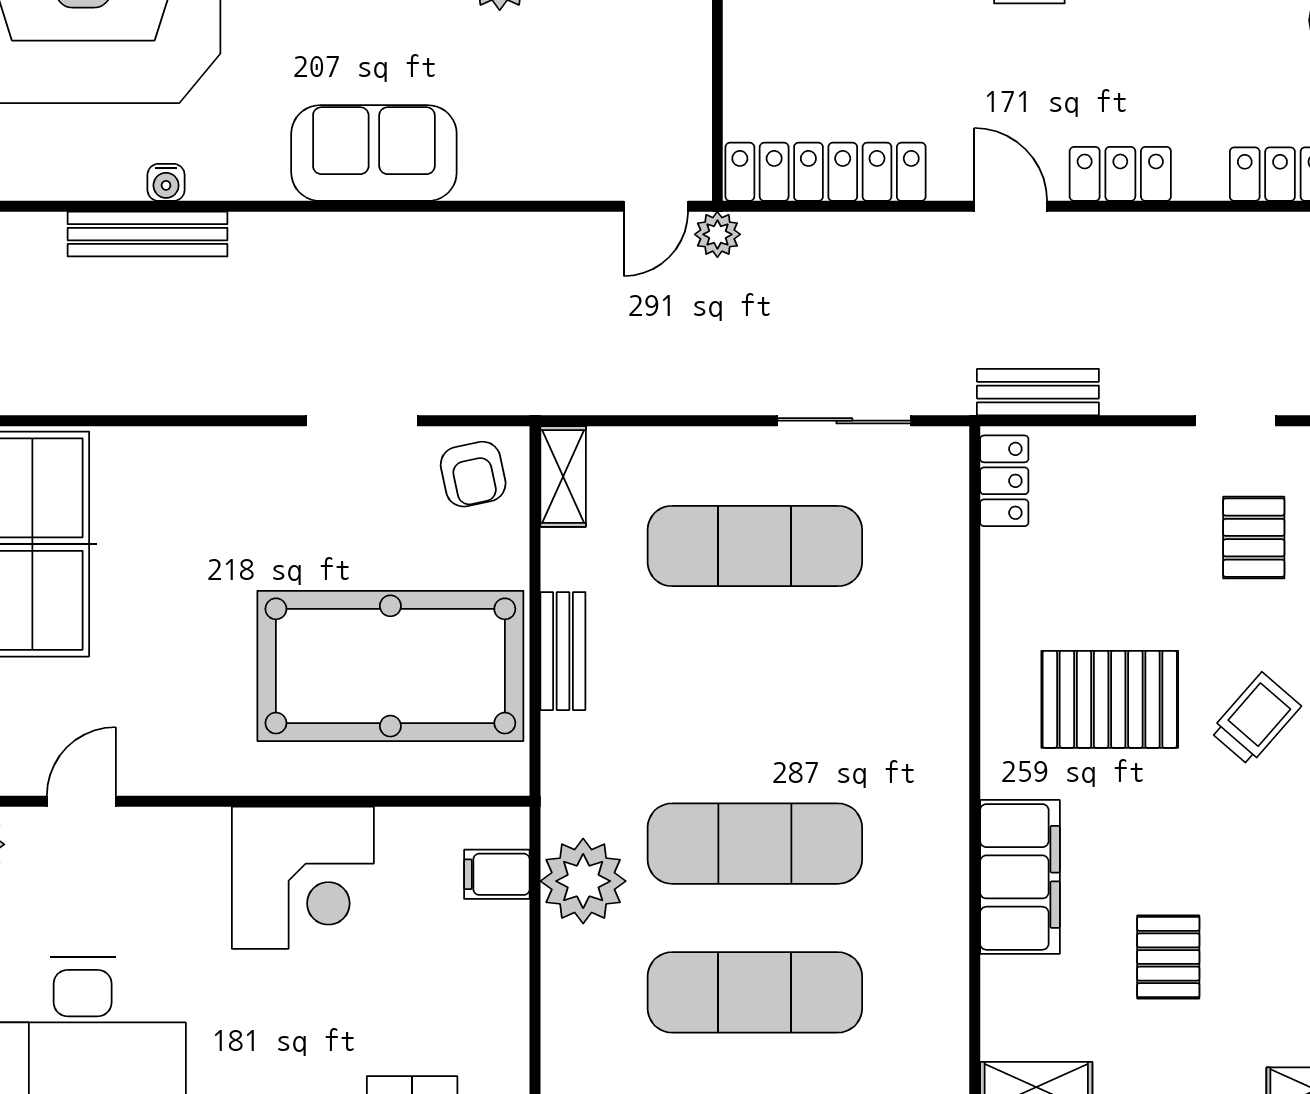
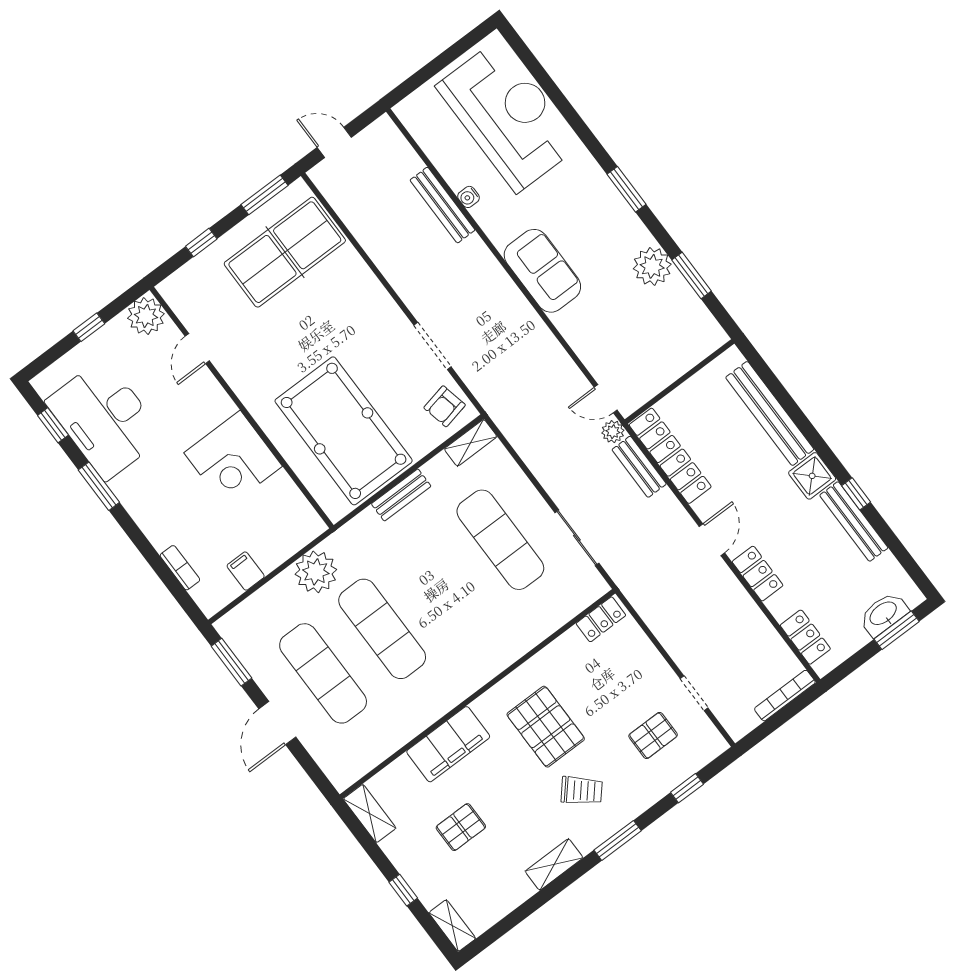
bench: (1038, 392) -> (639, 467), moved
door: (81, 801) -> (197, 349), swing flipped
filing cabinet: (497, 874) -> (246, 571), moved

